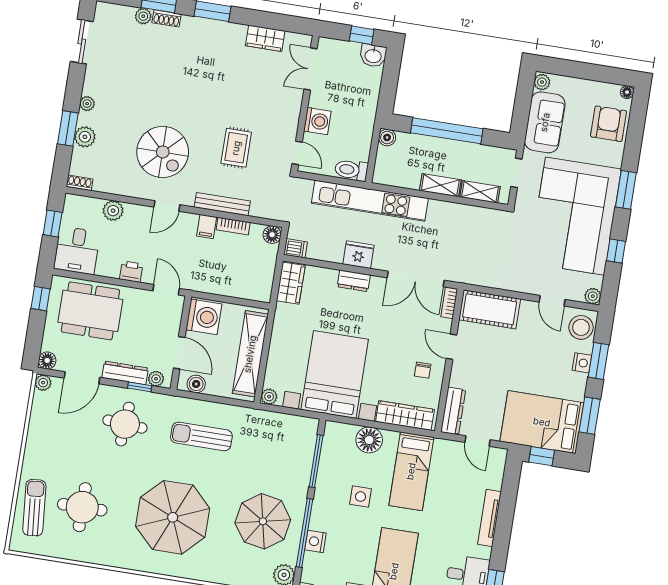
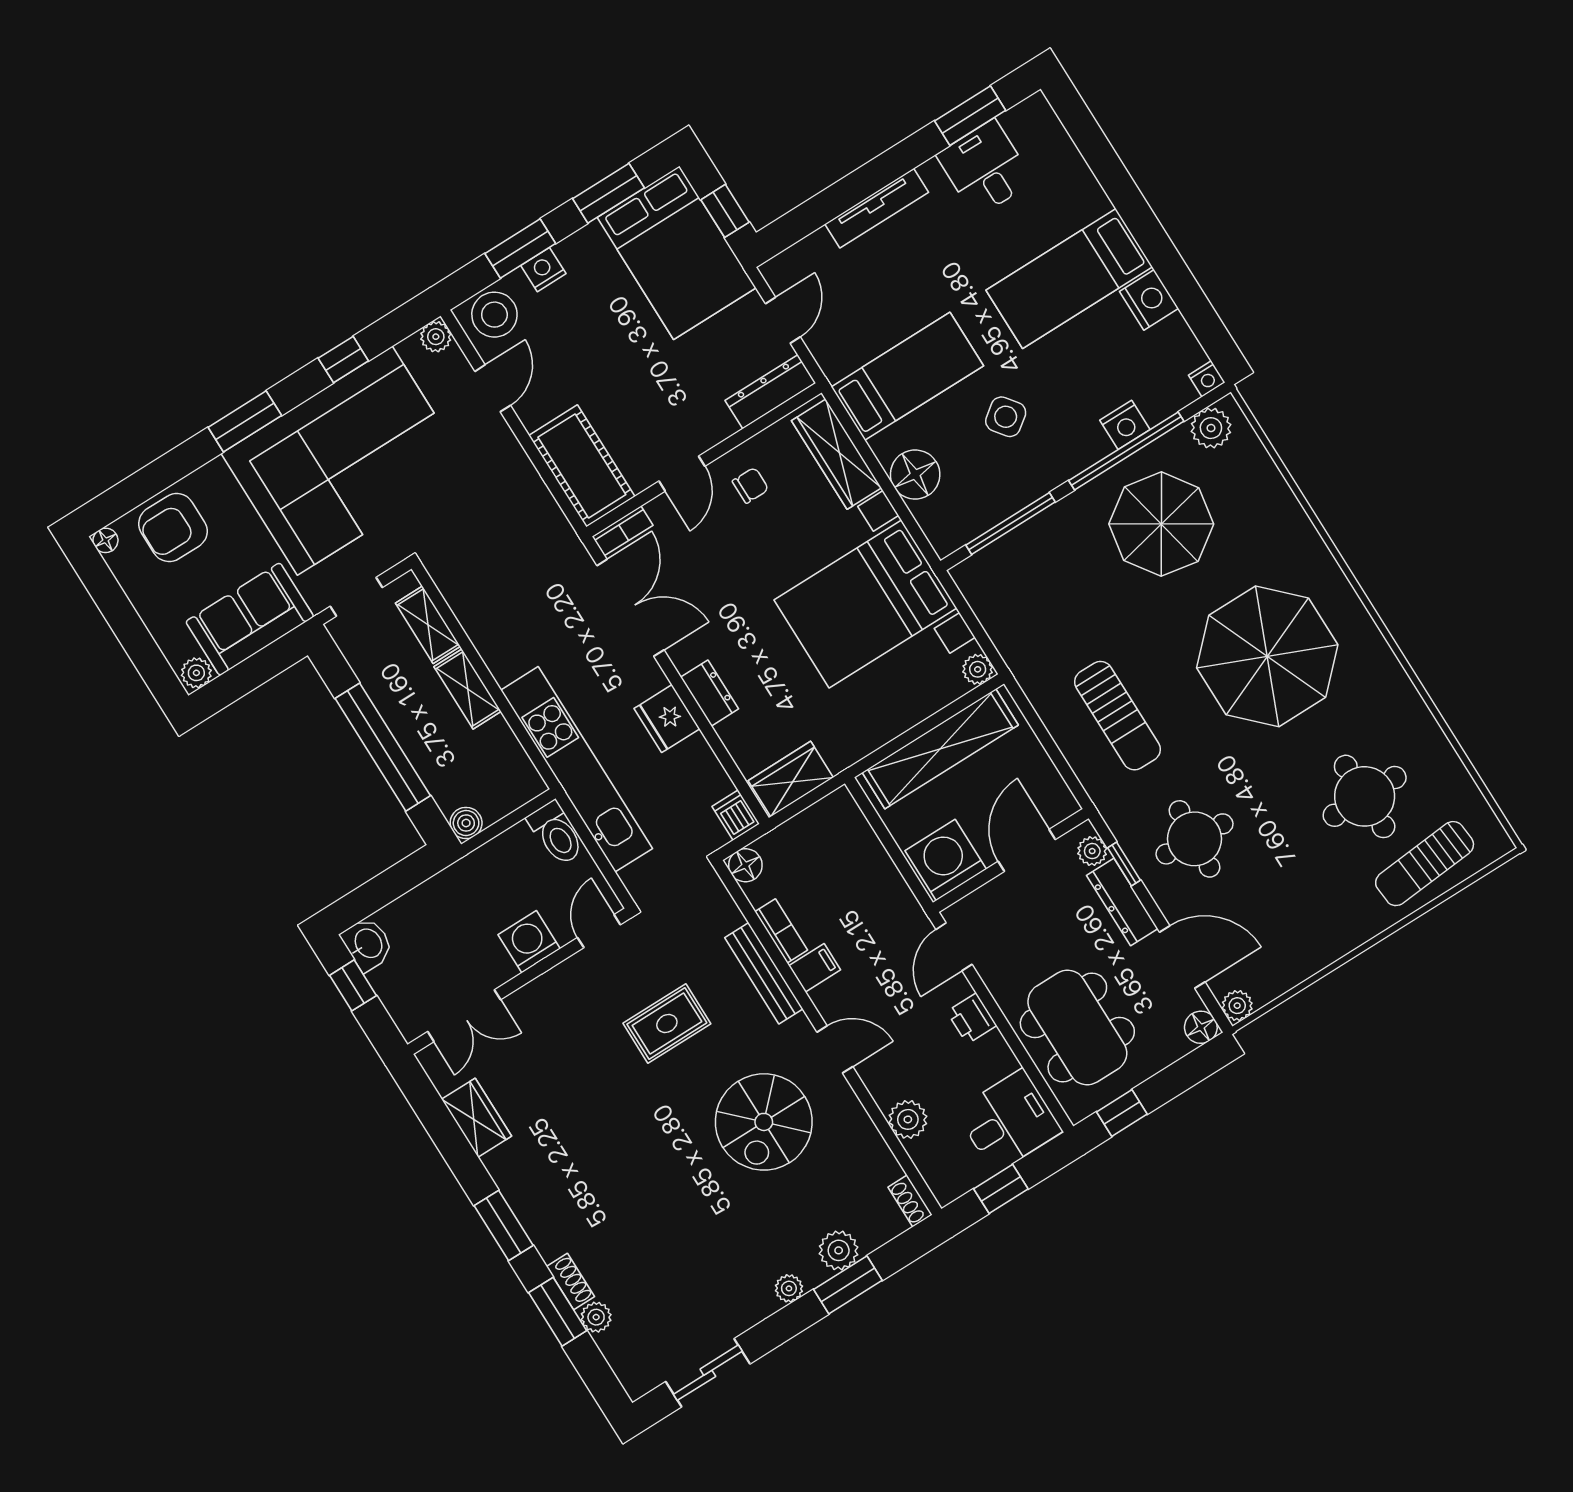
spiral stairs: (163, 152) -> (764, 1122), turned 180
boiler: (196, 384) -> (1050, 788), removed
side table: (361, 497) -> (1006, 417), turned -37

